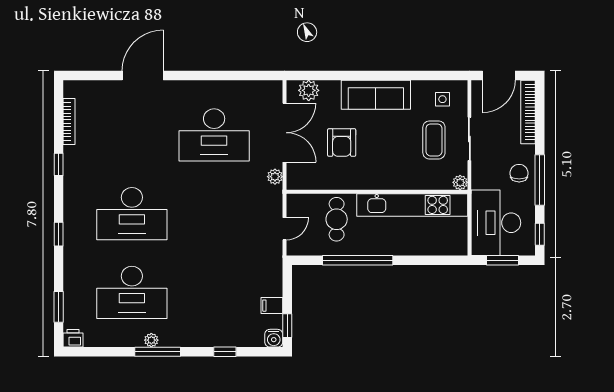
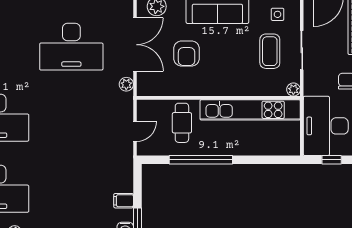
window: (503, 260) -> (332, 160), width x0.67

